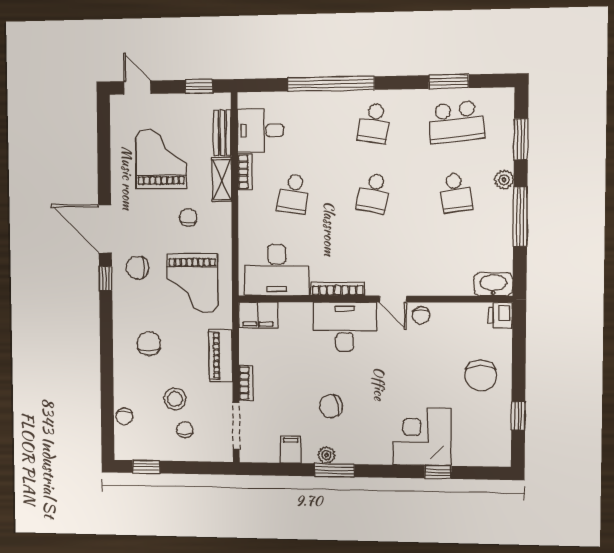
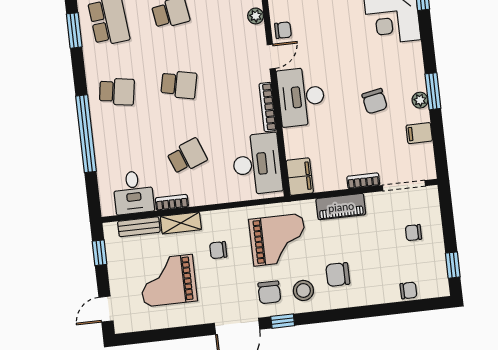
school desk: (294, 194) -> (187, 156), turned -30
plant: (441, 287) -> (256, 16), added
stool: (175, 399) -> (303, 290), moved

